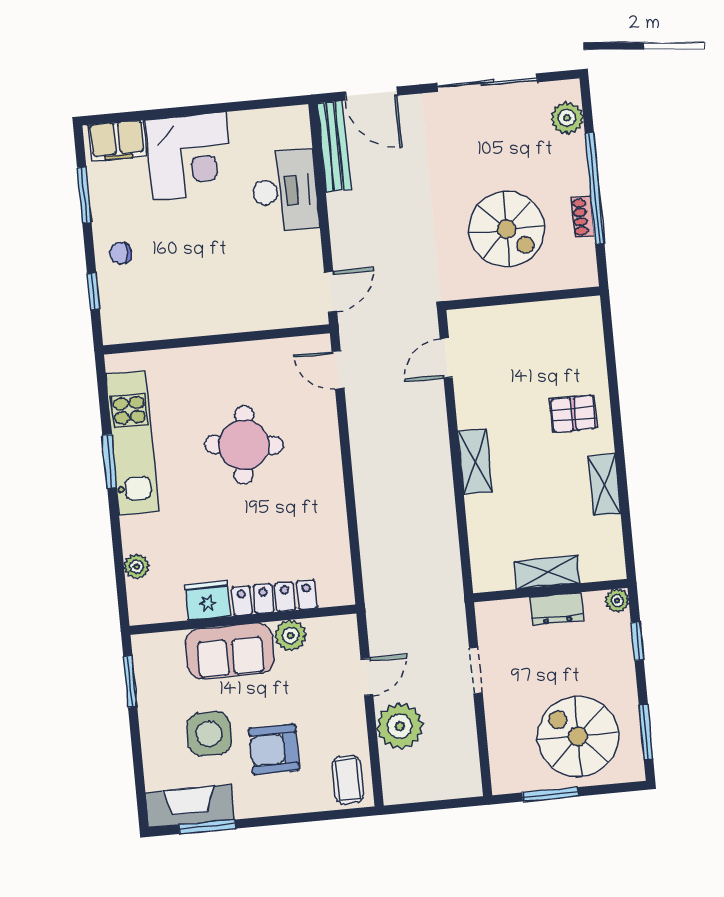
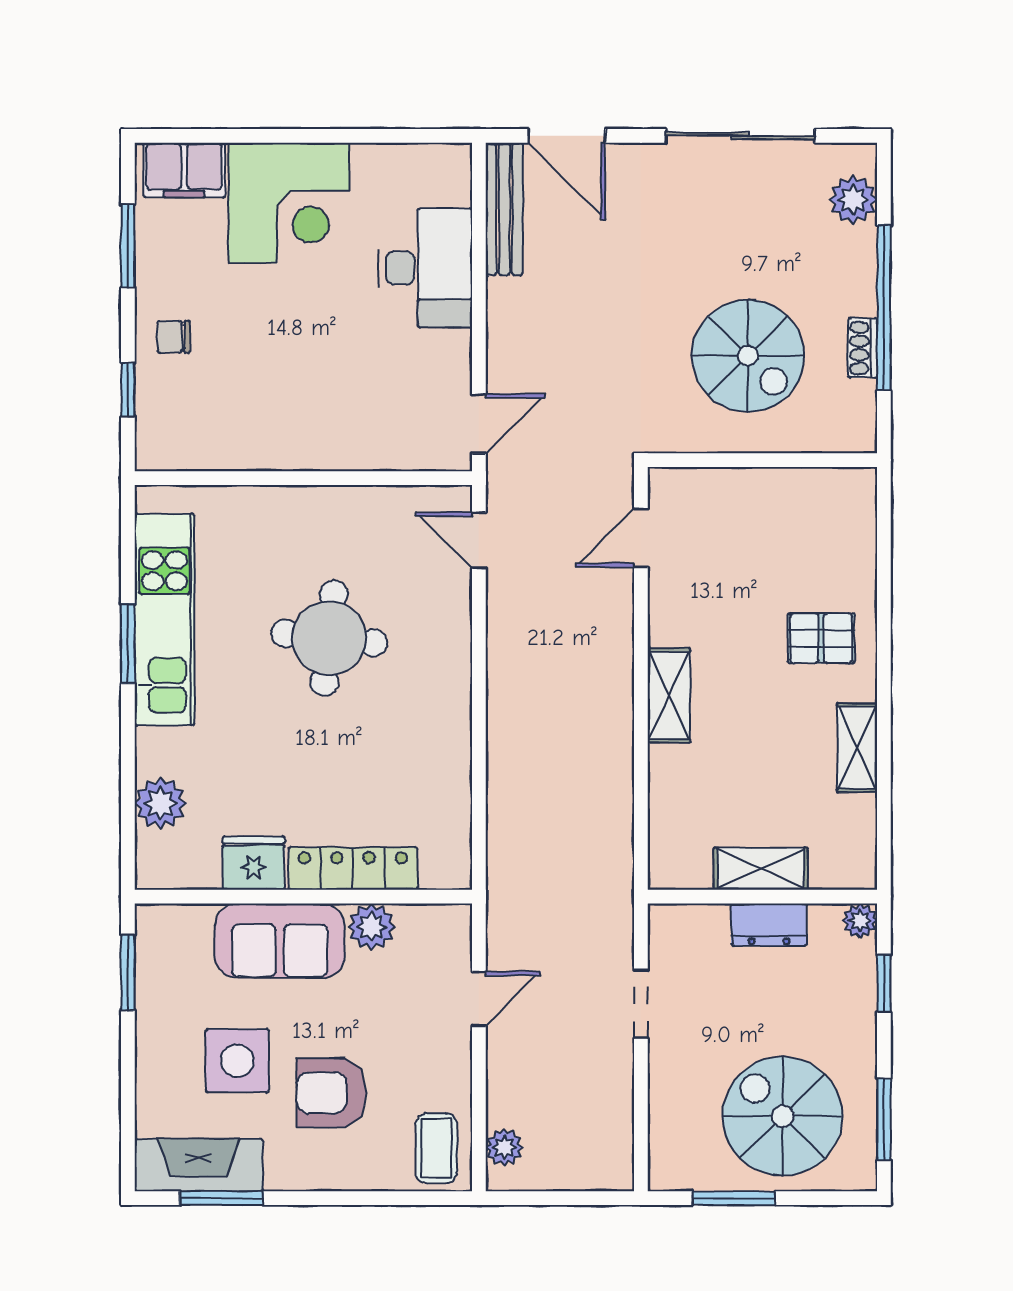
plant: (137, 567) -> (161, 803), width x1.38, depth x1.38
plant: (400, 726) -> (504, 1147), moved, width x0.53, depth x0.53

